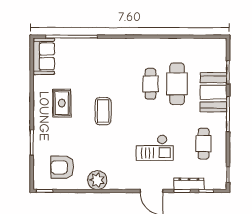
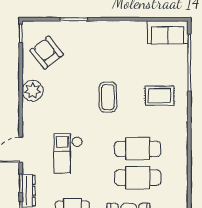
cafe table: (150, 84) -> (138, 149), width x1.37, depth x1.35
rug: (62, 103) -> (160, 96), moved
coffee table: (103, 111) -> (108, 97), turned 90
armchair: (62, 167) -> (47, 53), turned -38

